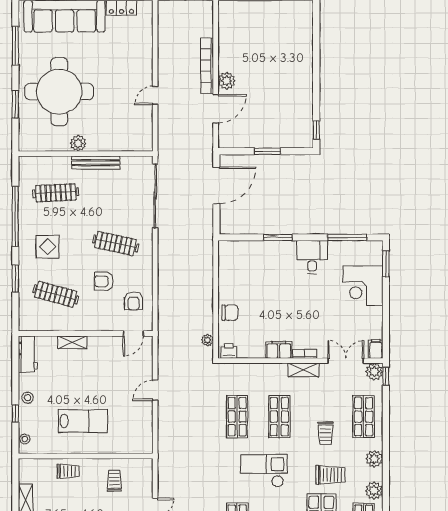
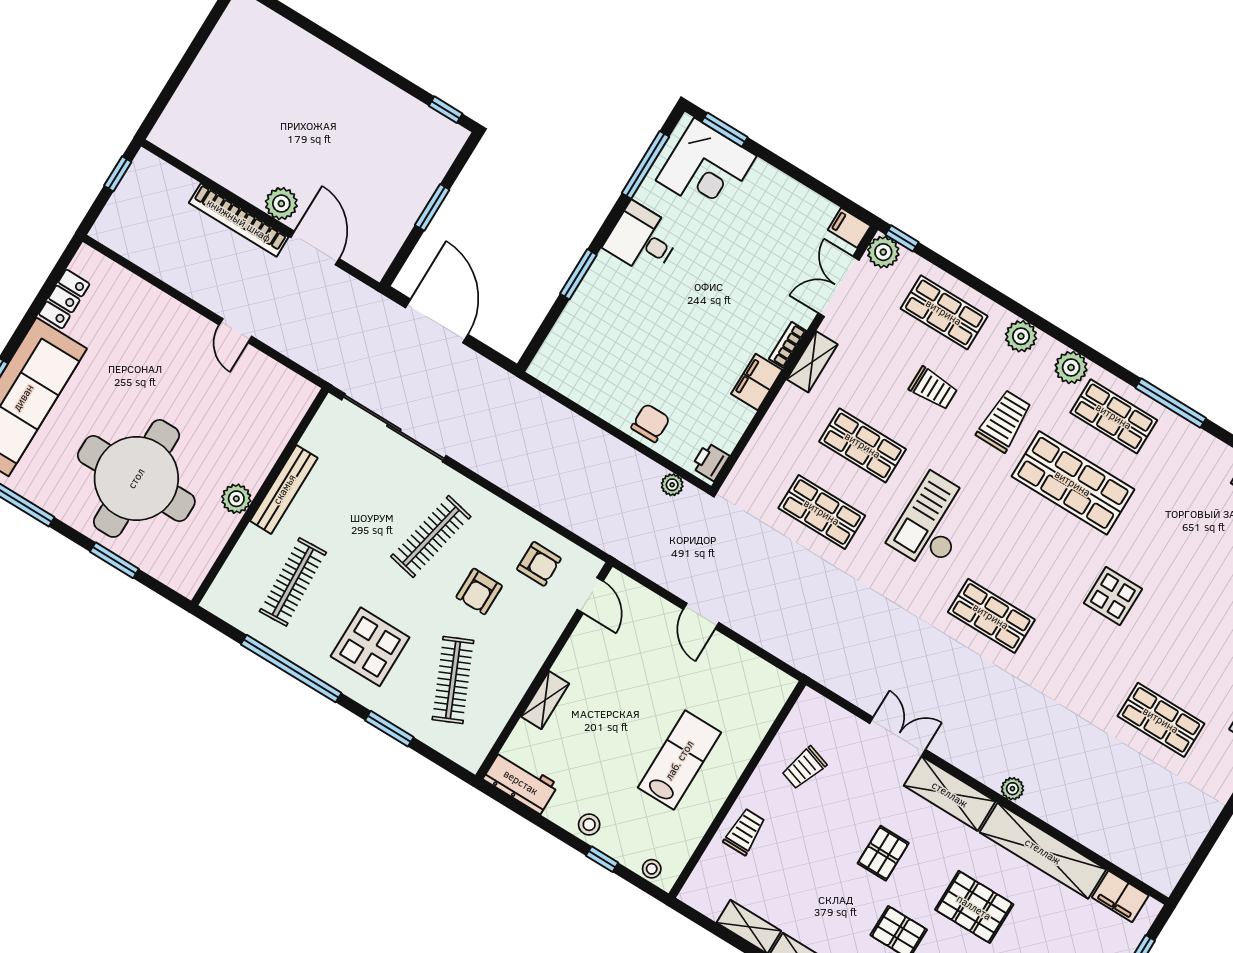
display table: (48, 247) -> (370, 647), width x1.36, depth x1.36
corner desk: (363, 286) -> (706, 168), moved
clothes rail: (56, 294) -> (453, 680), turned -39
trolley: (114, 481) -> (804, 768), turned -72

